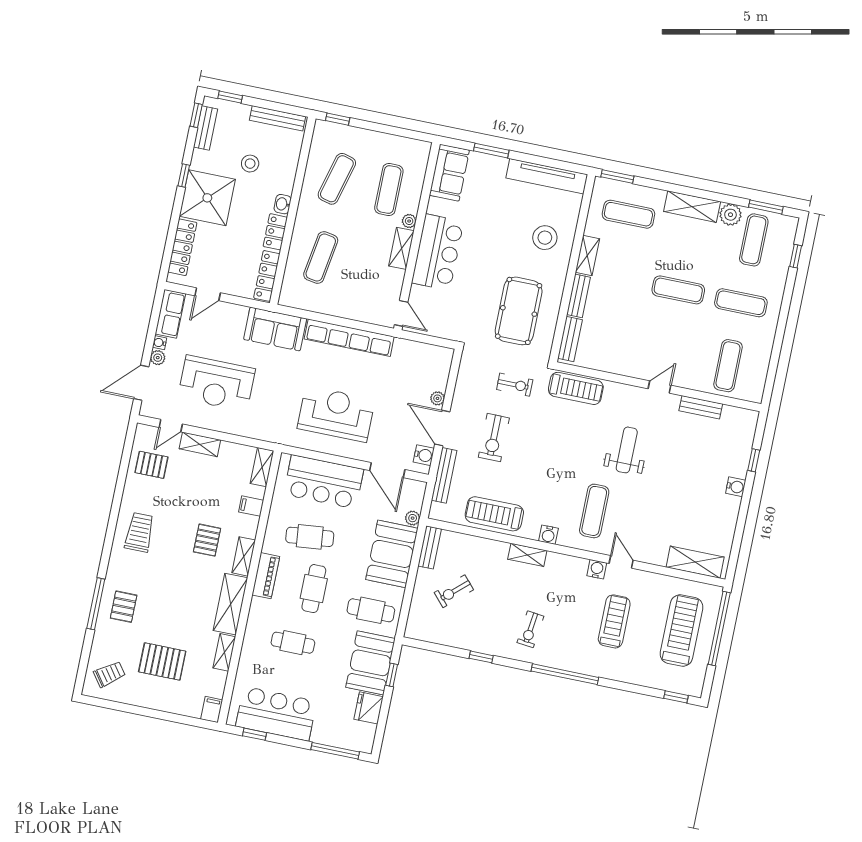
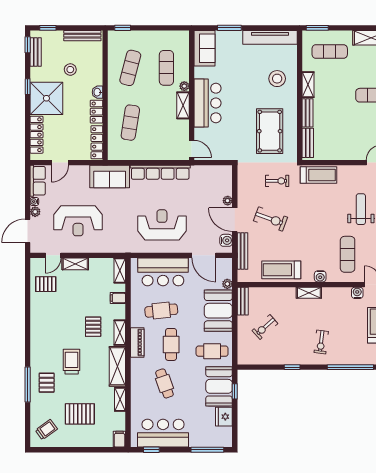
exercise bike: (494, 438) -> (270, 219), turned -70
trolley: (139, 532) -> (72, 362), moved
cafe table: (293, 643) -> (164, 383), turned 71

